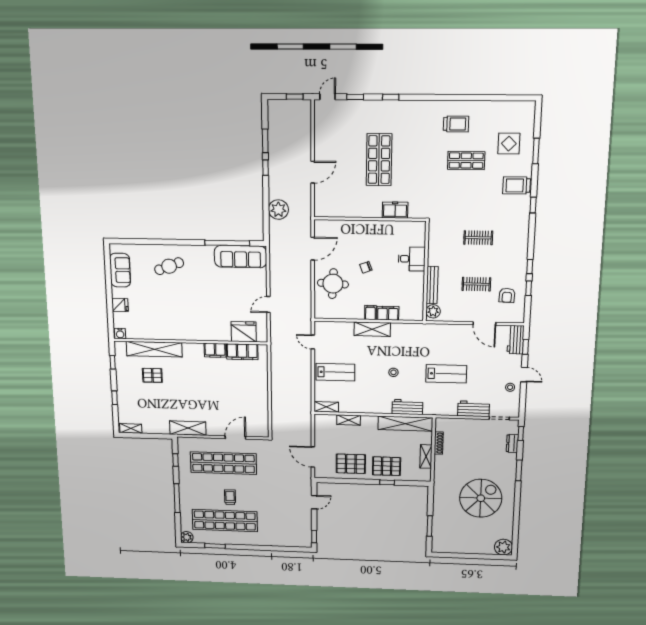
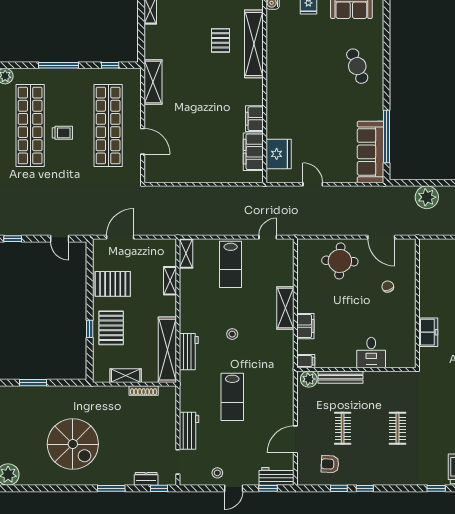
chair: (366, 267) -> (388, 287), moved
filing cabinet: (370, 313) -> (306, 361), moved
pallet: (351, 464) -> (113, 284), turned 90

